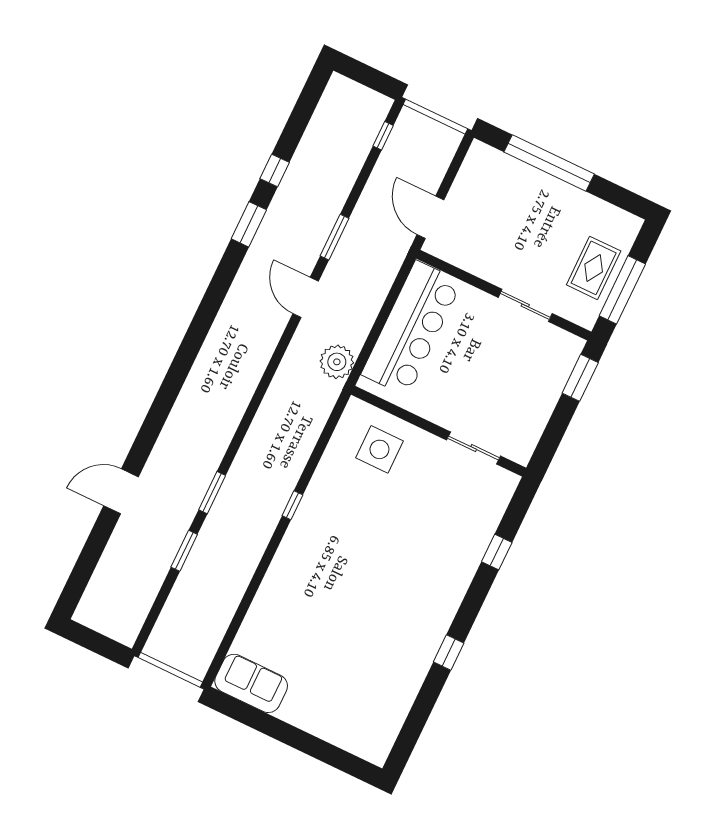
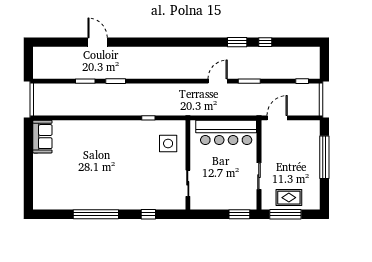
plant: (337, 362) -> (197, 108), removed
window: (292, 505) -> (148, 118), moved
window: (449, 652) -> (96, 214), width x3.17

